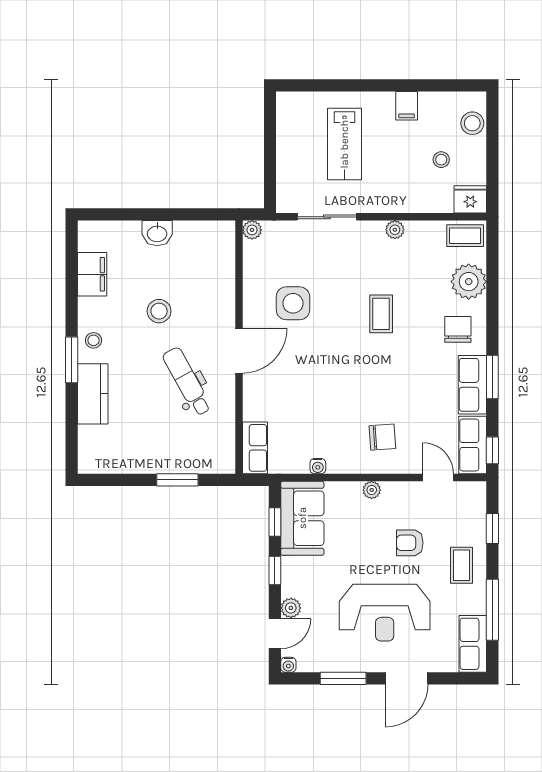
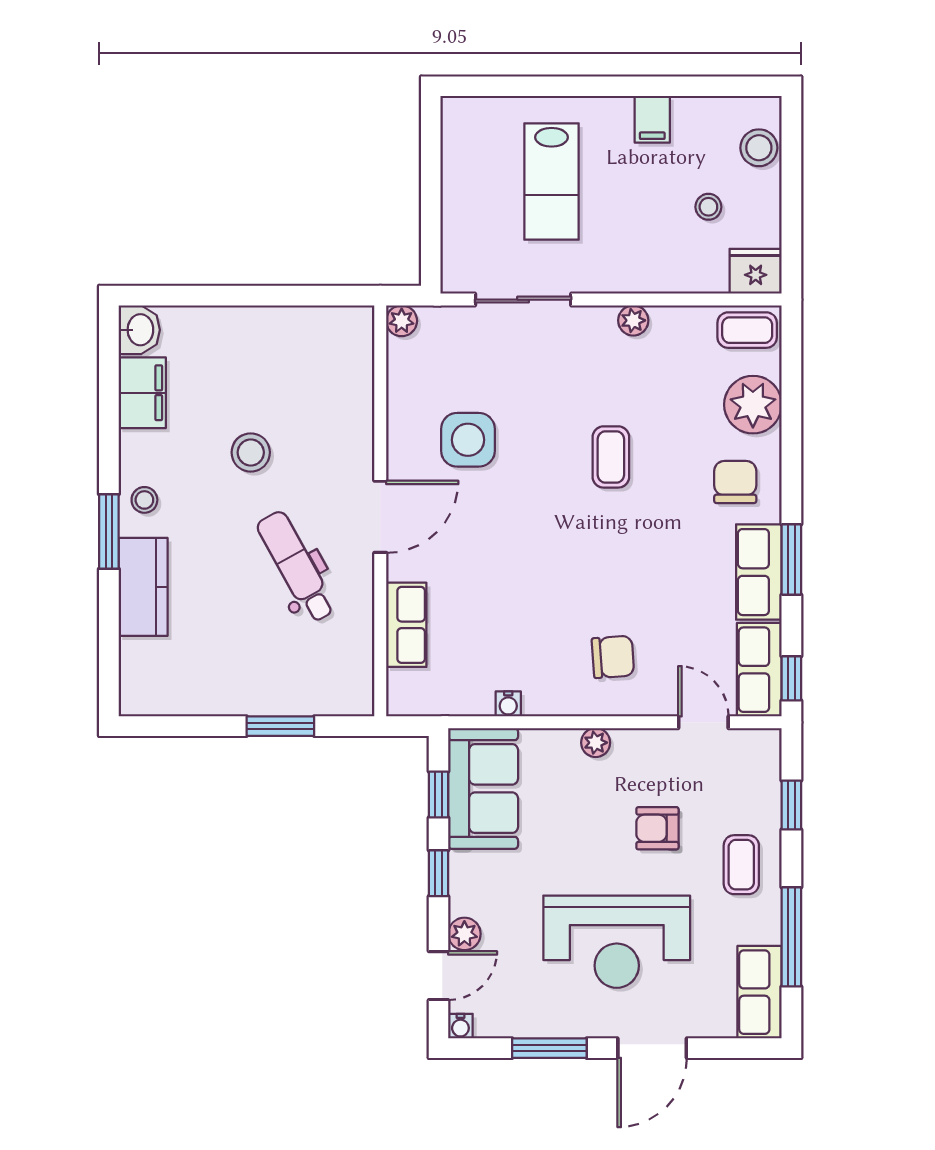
washbasin: (157, 233) -> (139, 330), moved, turned -90
row of seats: (255, 448) -> (406, 625), moved

